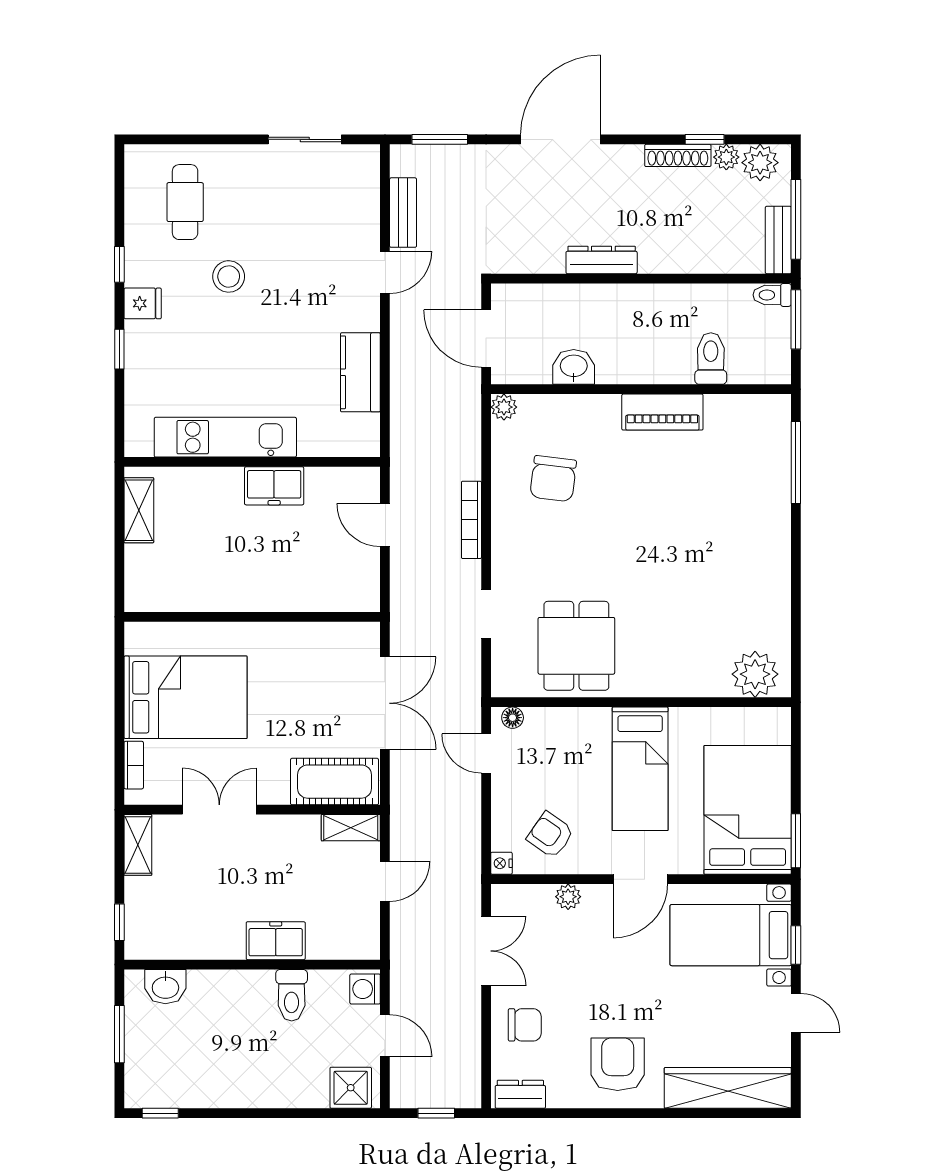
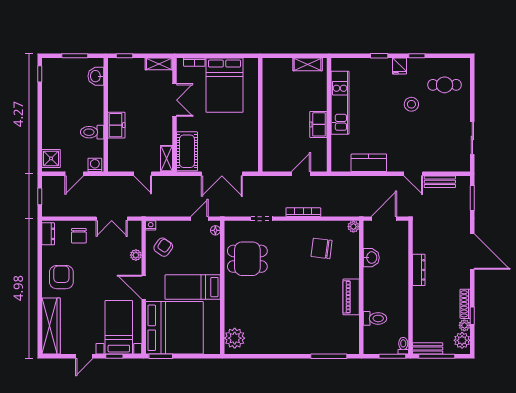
bed: (748, 810) -> (174, 328), width x1.36
armchair: (618, 1064) -> (61, 277), turned -90

